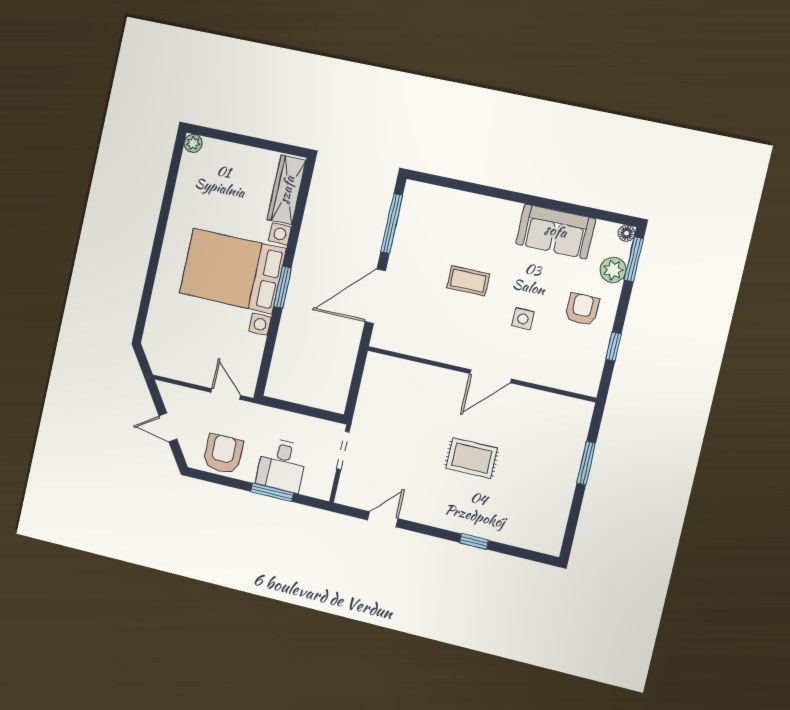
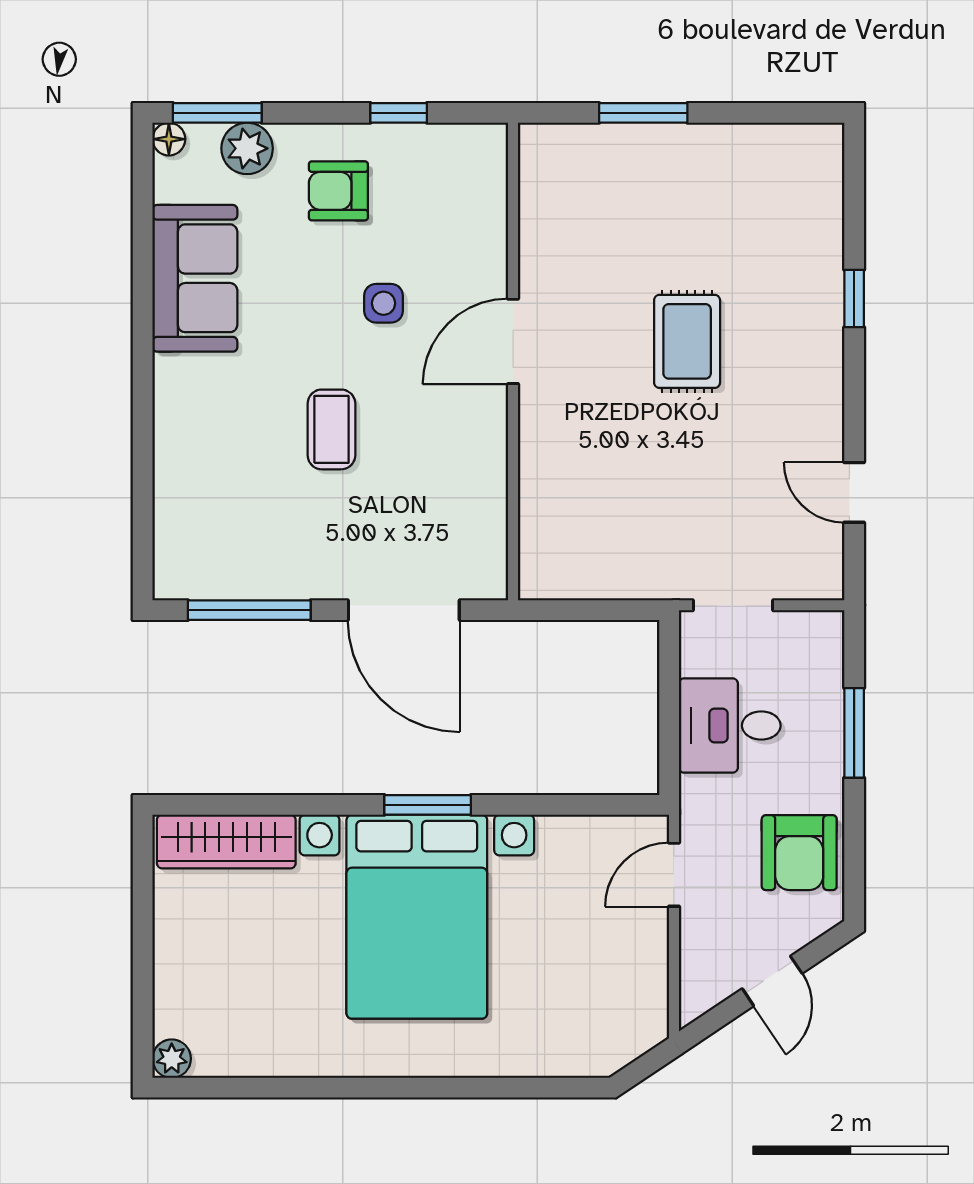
door: (491, 376) -> (513, 341), swing flipped
armchair: (223, 454) -> (799, 853), turned -90
desk: (282, 465) -> (730, 726), moved, turned 180

